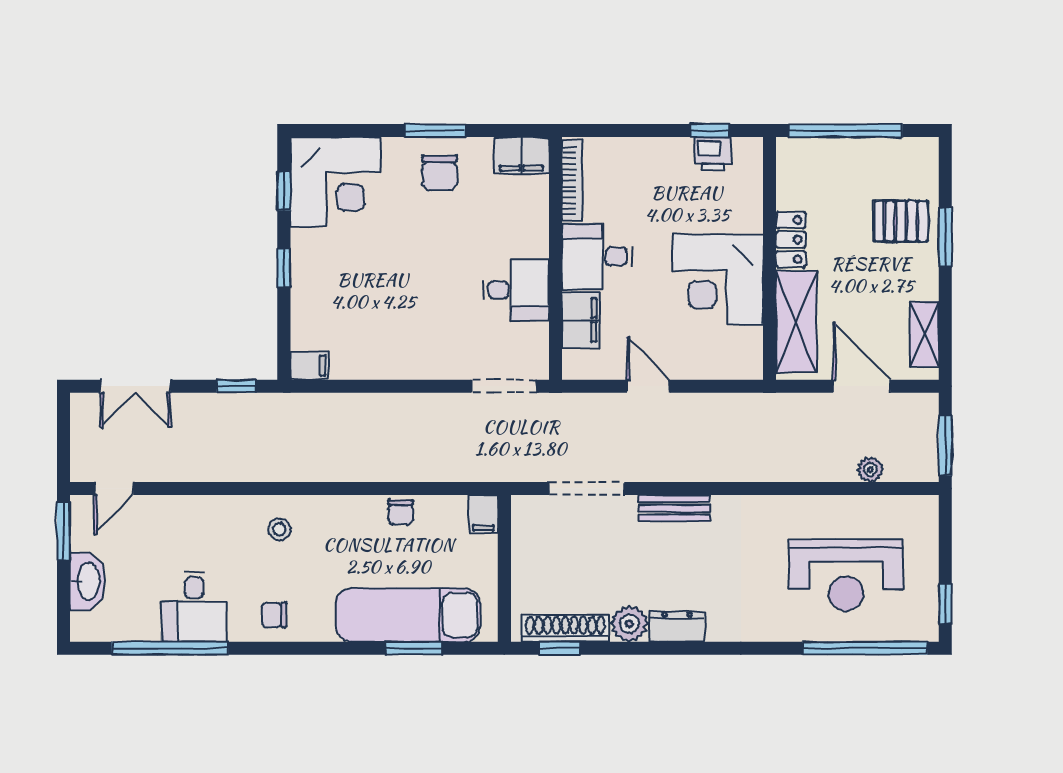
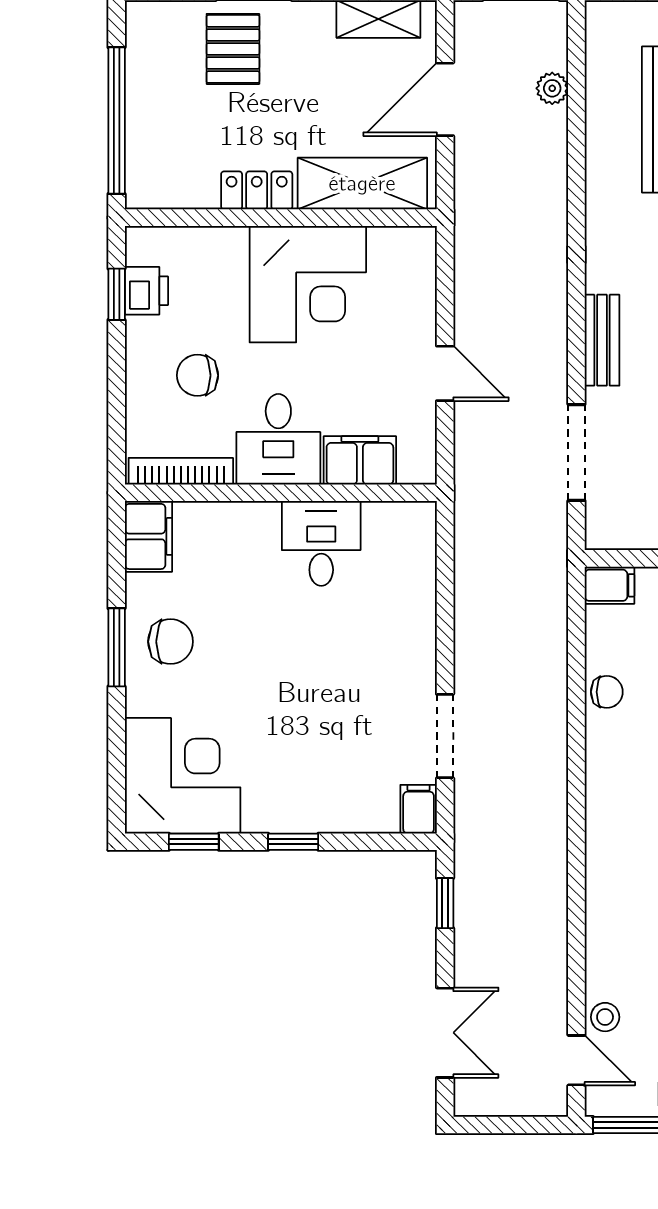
chair: (647, 193) -> (197, 375), added
doorway: (504, 386) -> (445, 736), moved
door: (648, 386) -> (445, 373), swing flipped
stool: (279, 529) -> (605, 1017), moved

